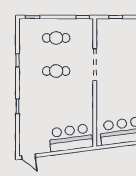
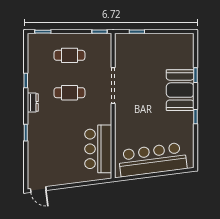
dresser: (24, 80) -> (33, 103), added
bar counter: (71, 138) -> (98, 149), moved, turned -83

